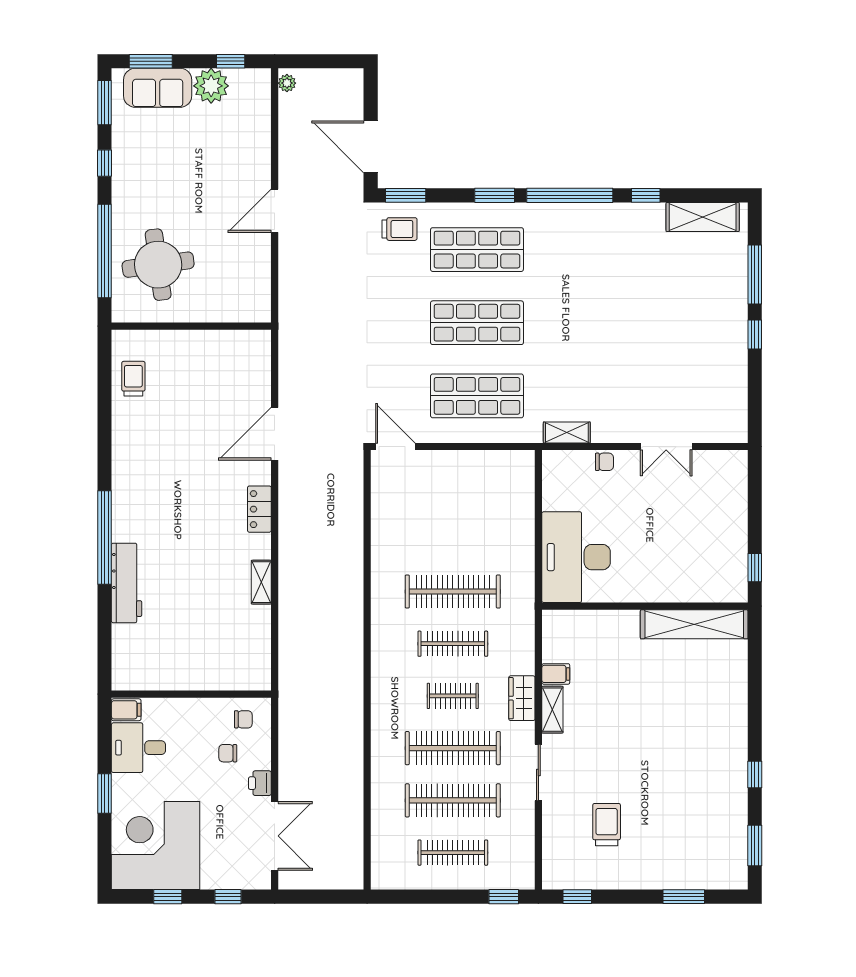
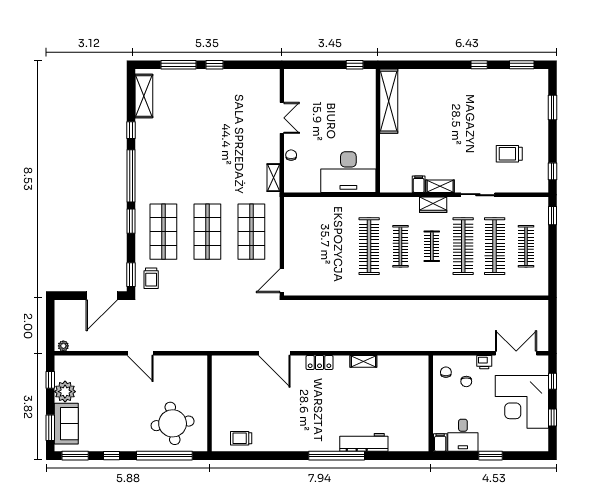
trolley: (399, 229) -> (151, 278), turned 180
corner desk: (156, 846) -> (522, 402), moved

